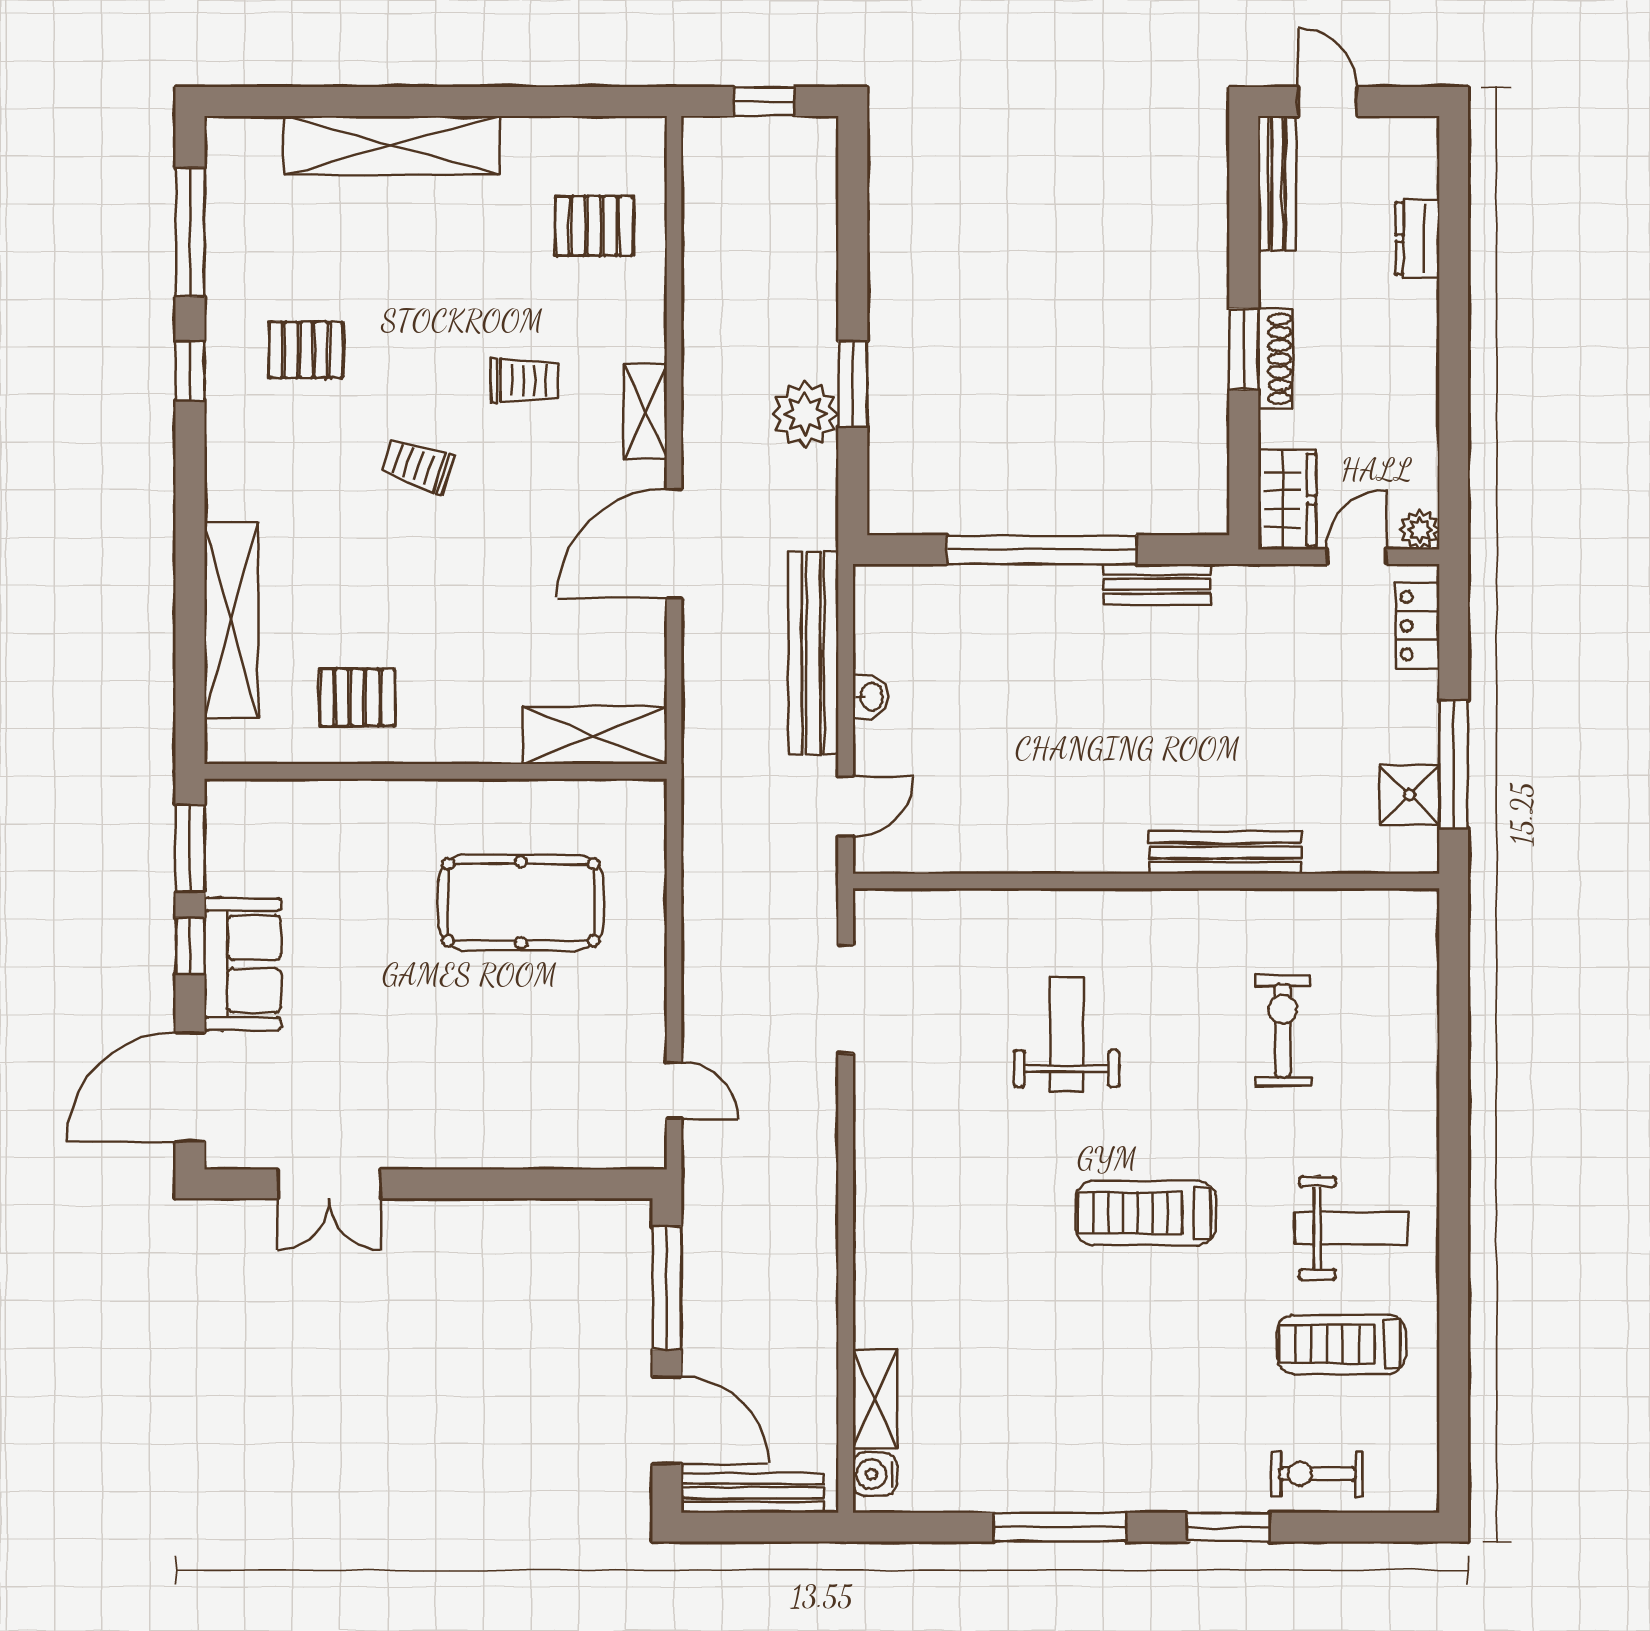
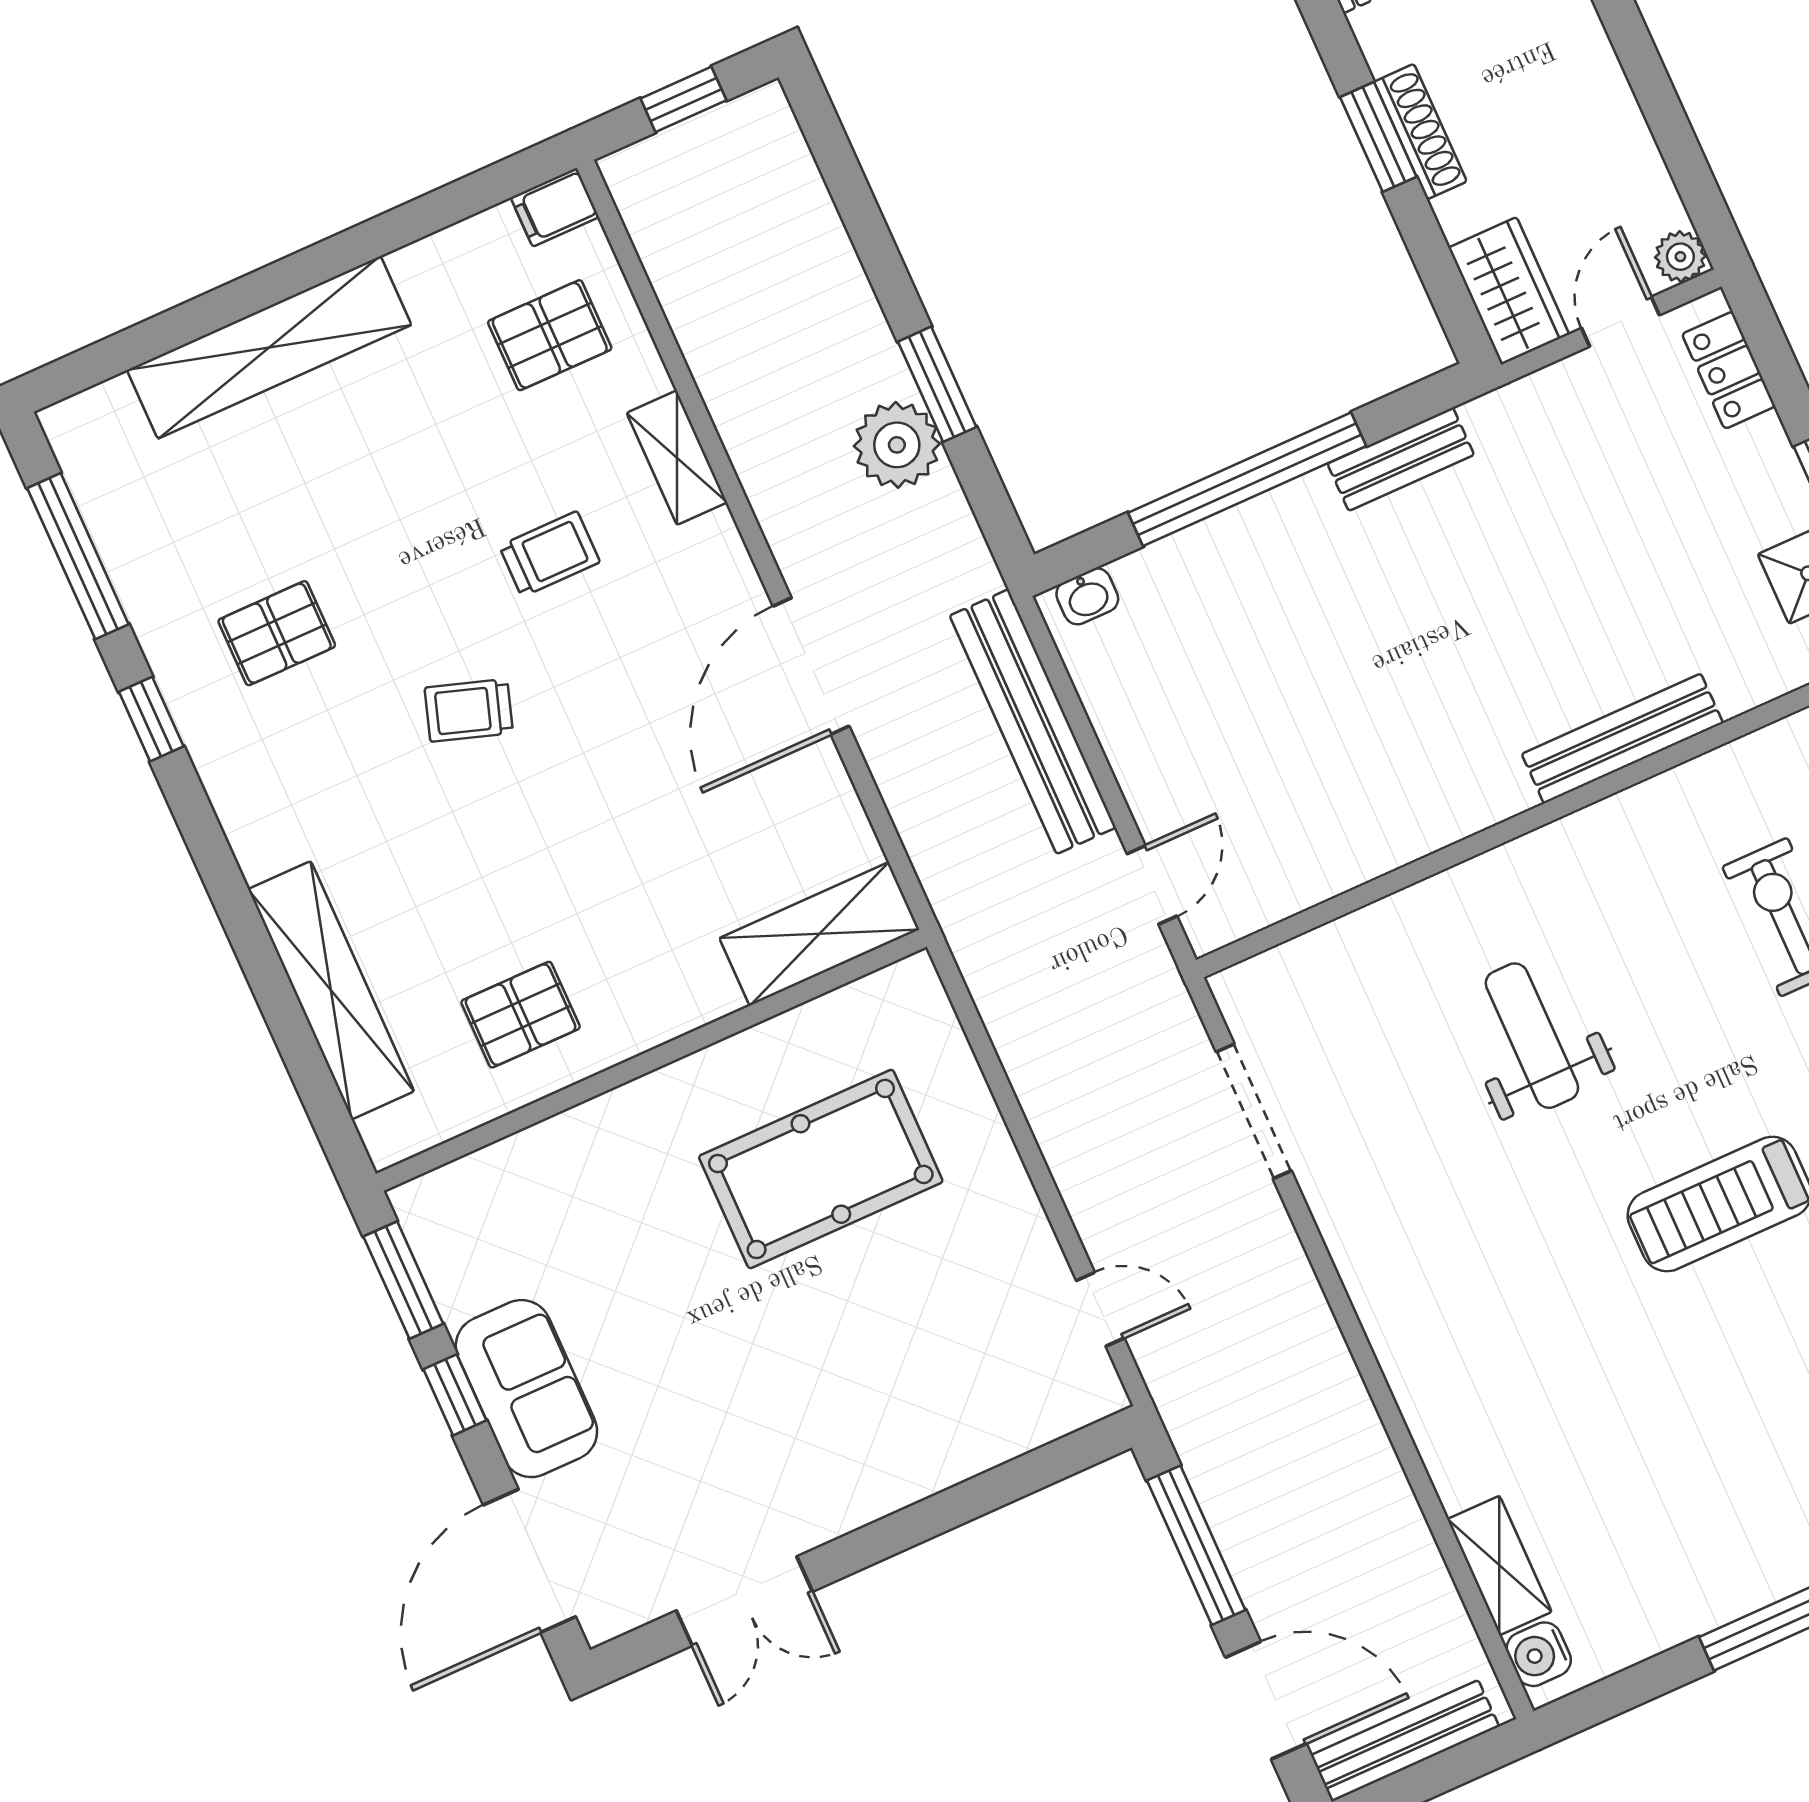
filing cabinet: (639, 137) -> (555, 207), added
shelving: (645, 411) -> (677, 458), moved
washbasin: (871, 697) -> (1087, 596), moved, turned 90

